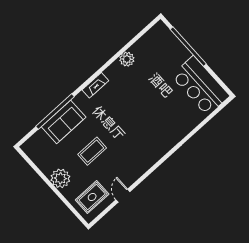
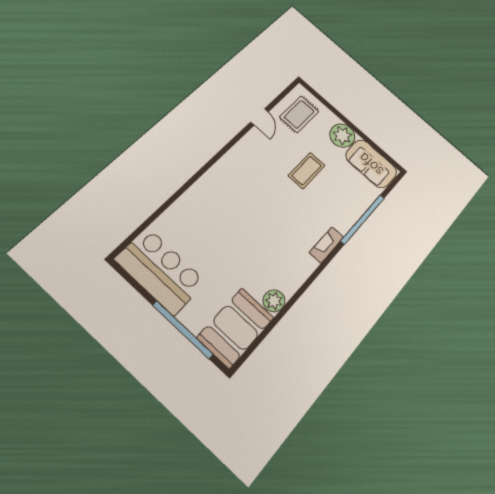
booth: (154, 44) -> (236, 328), added
fireplace: (95, 85) -> (326, 245), moved
sofa: (64, 122) -> (371, 164), moved, turned -90

